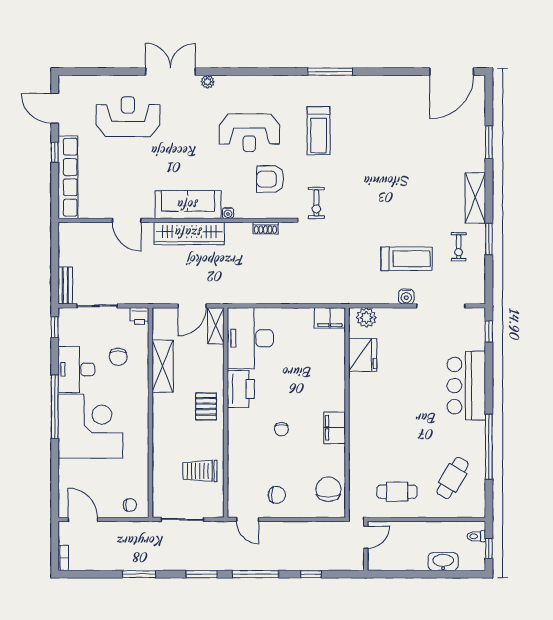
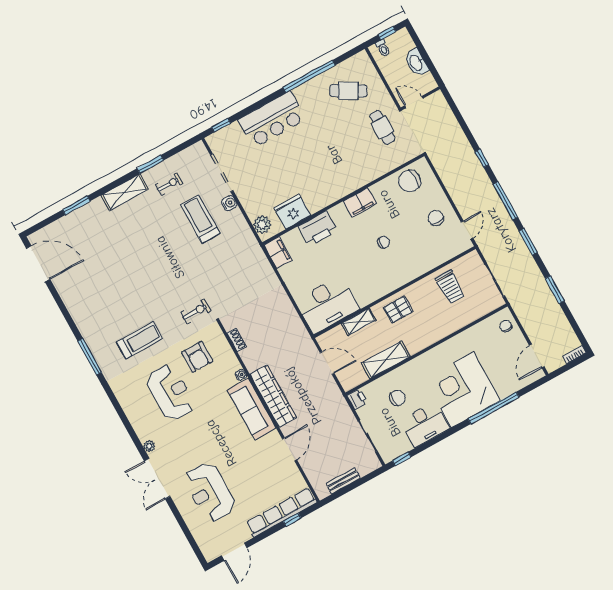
window: (55, 152) -> (292, 520), moved
bench: (65, 285) -> (343, 481), moved
shelving: (216, 326) -> (359, 322), moved
printer: (241, 389) -> (318, 229), moved, turned 180
window: (55, 407) -> (494, 408), moved
door: (366, 537) -> (414, 102), moved
wall: (366, 546) -> (420, 98), moved

